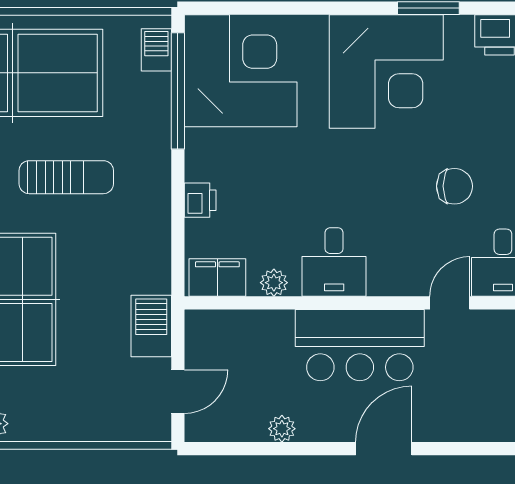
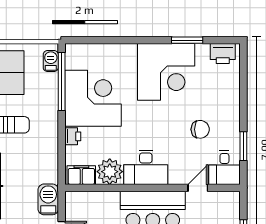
corner desk: (241, 71) -> (93, 98), moved
desk: (334, 262) -> (146, 167), width x1.37
plant: (274, 283) -> (110, 172), width x1.88, depth x1.88

